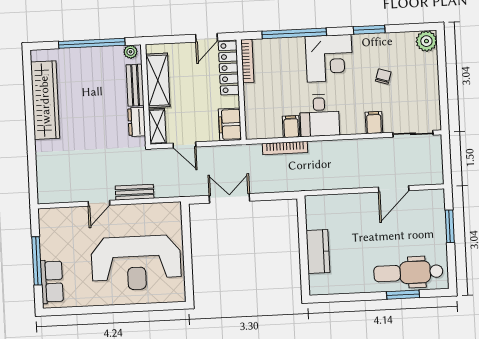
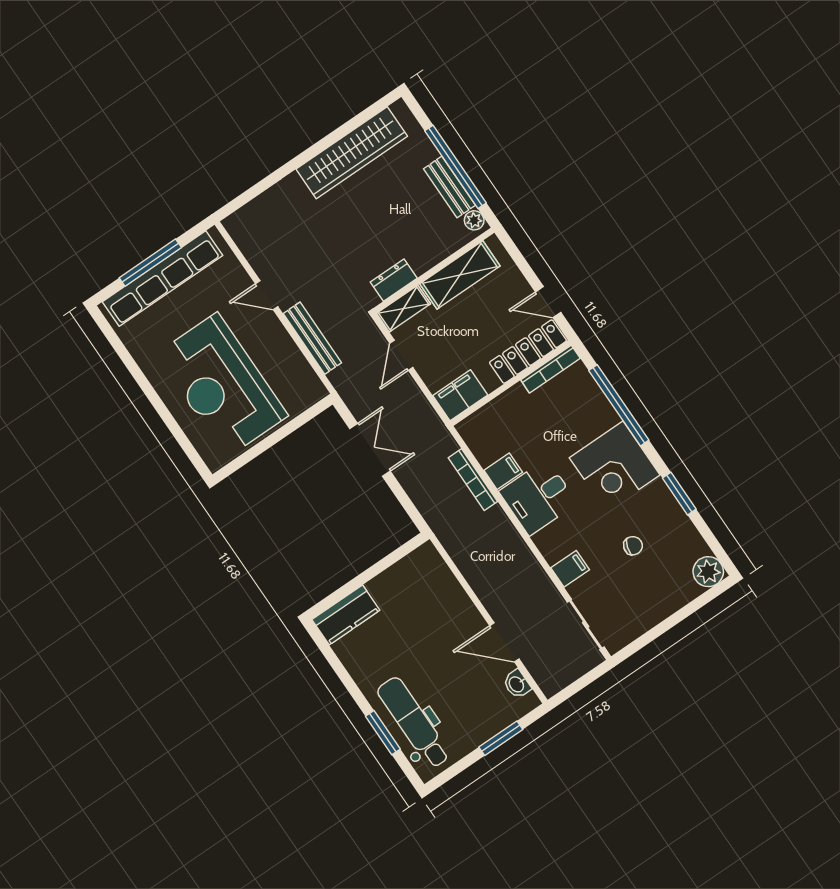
bench: (135, 85) -> (449, 187), moved, turned 90
bench: (135, 192) -> (312, 338), width x1.36
washbasin: (423, 197) -> (517, 684), added
kitchen counter: (318, 251) -> (346, 615), moved
row of seats: (52, 282) -> (163, 279), width x2.02

